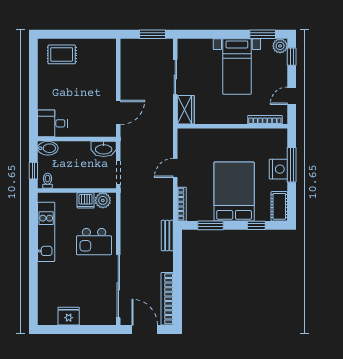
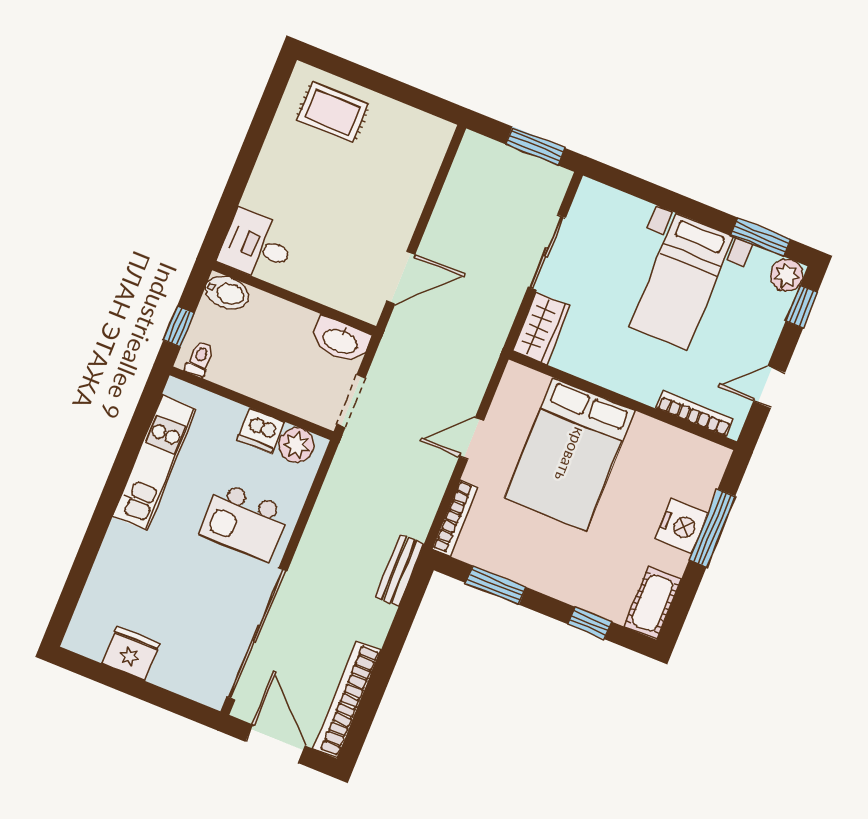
bed: (234, 192) -> (570, 454), moved, turned 180

